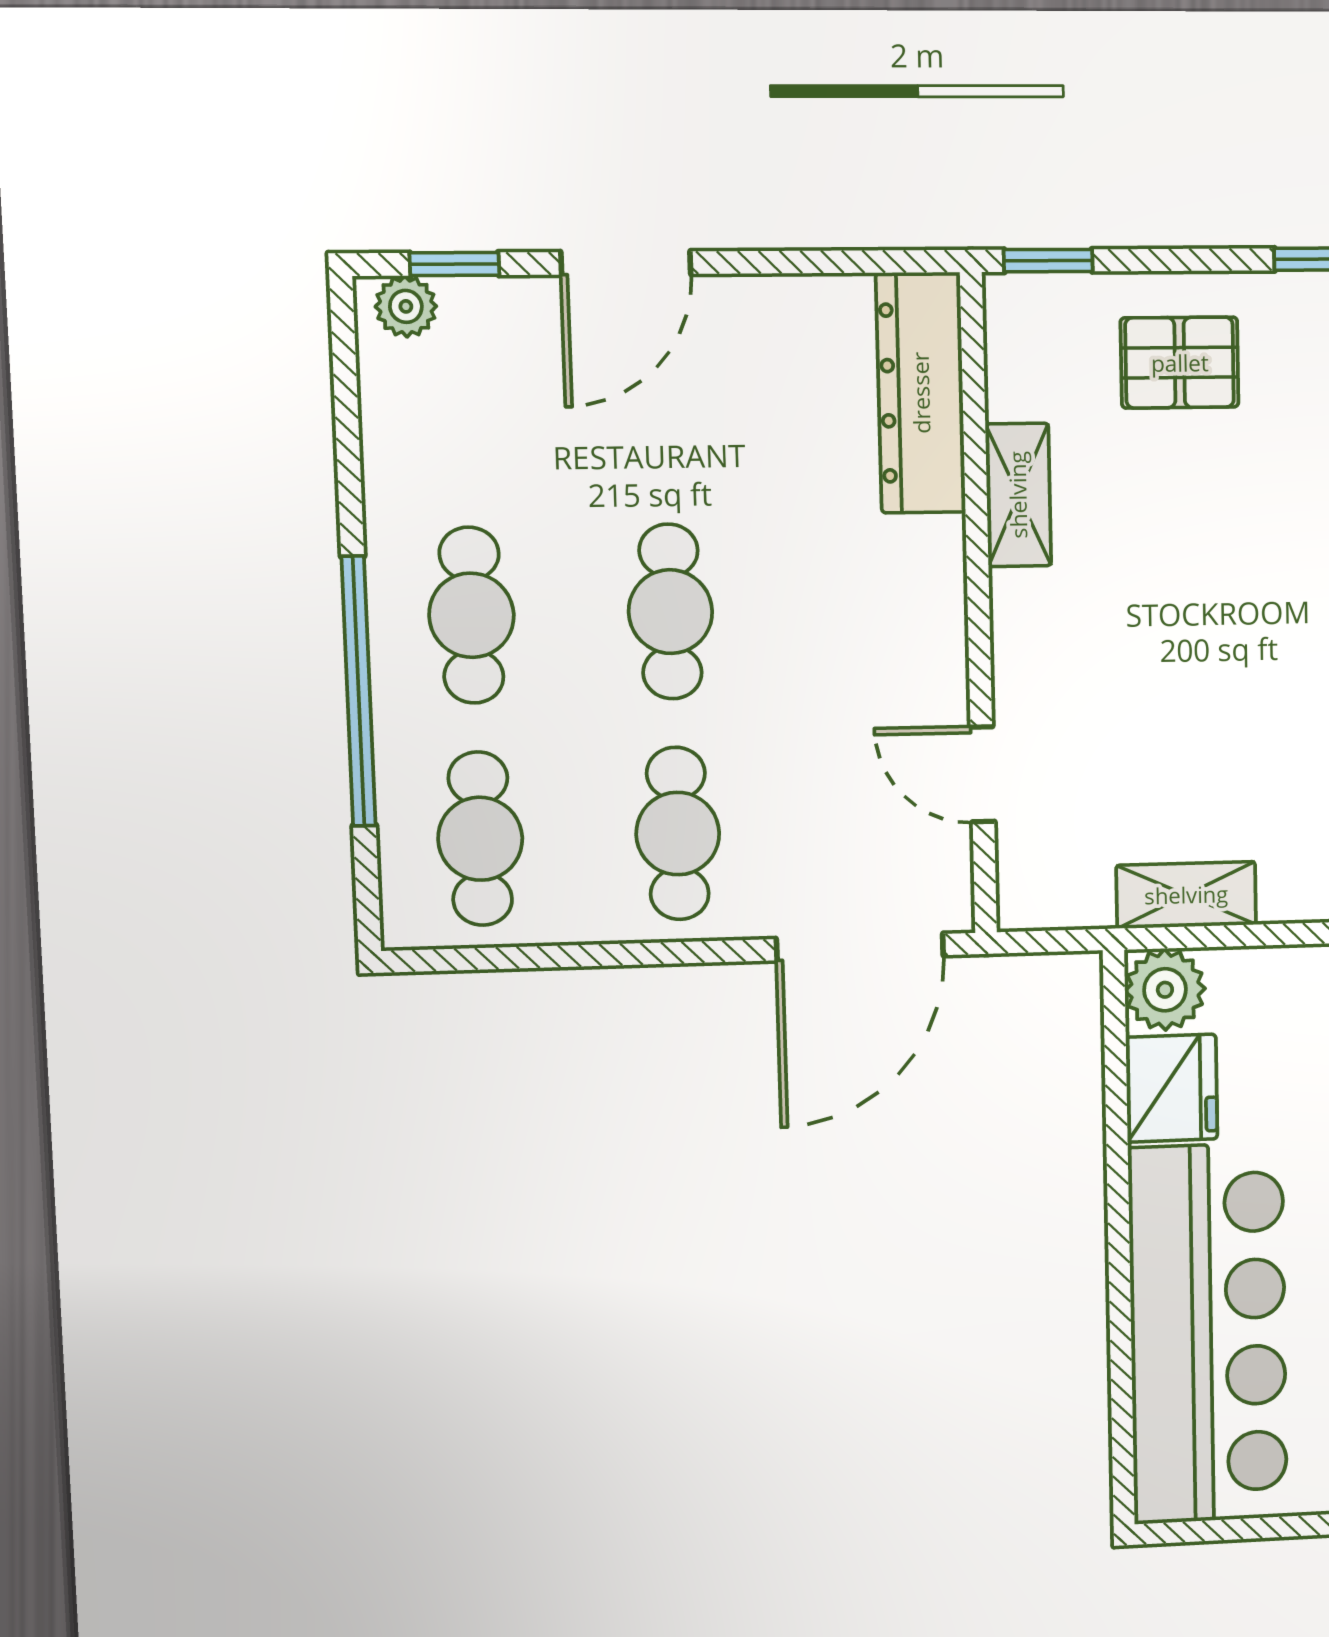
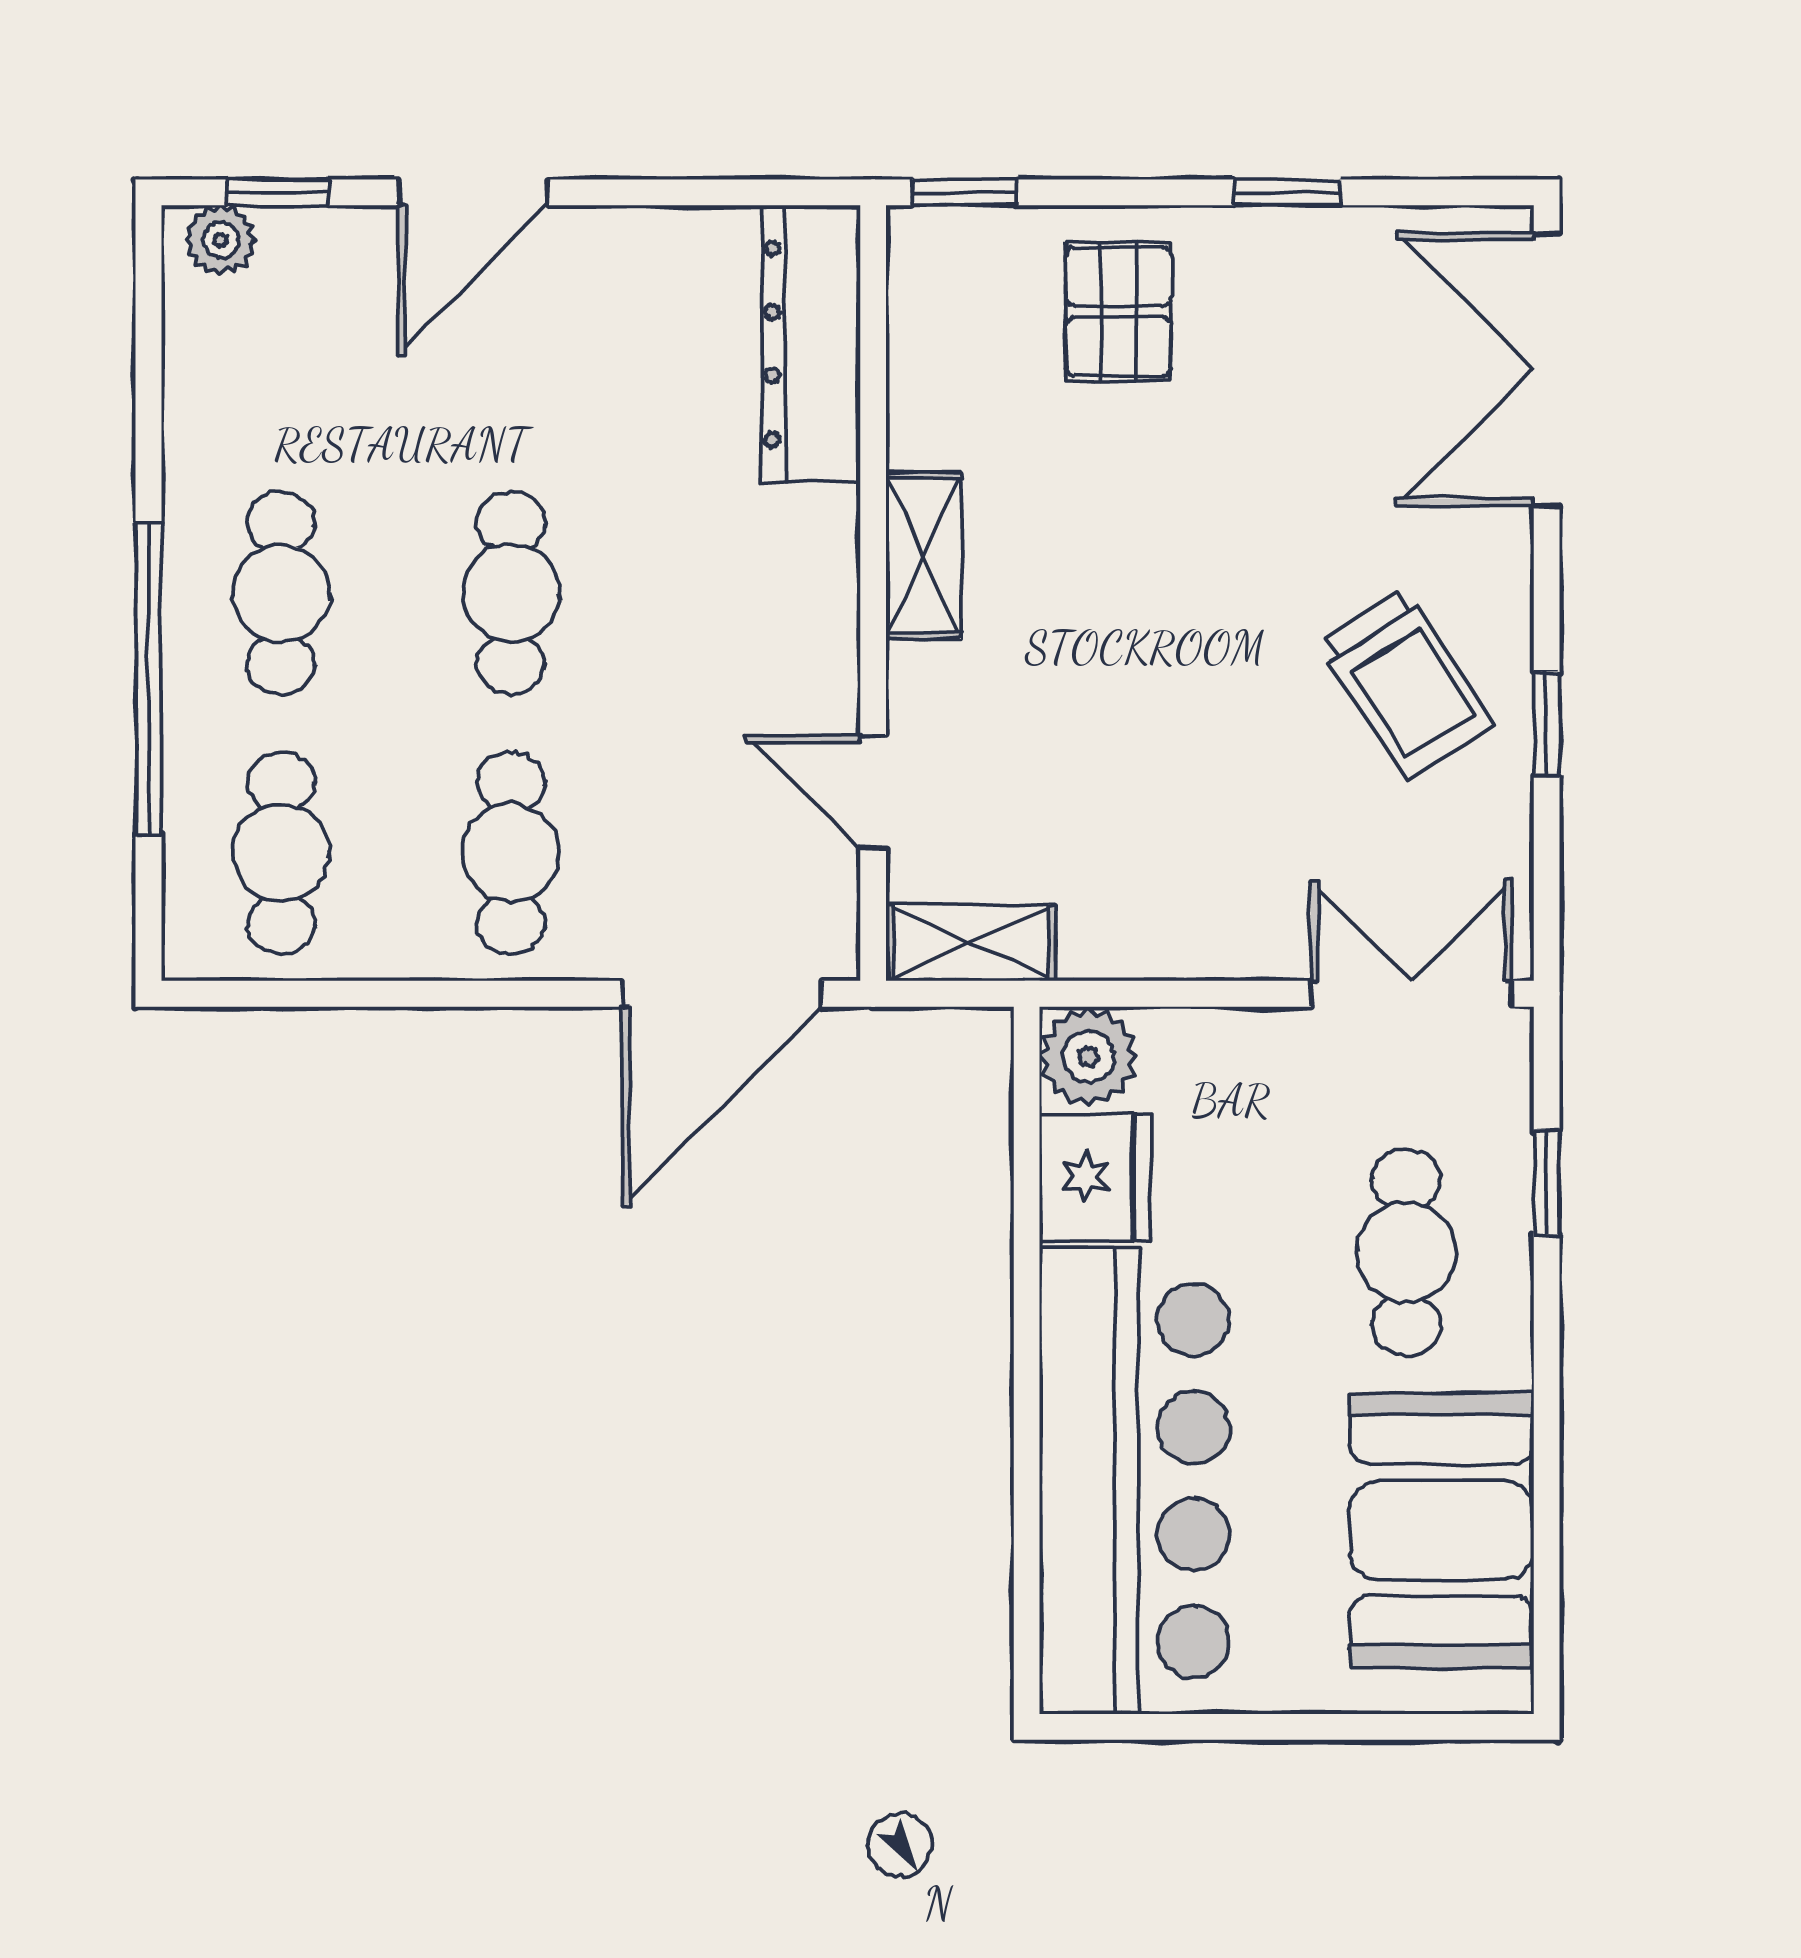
pallet: (1180, 363) -> (1119, 312), turned 90
shelving: (1018, 495) -> (923, 556), moved
shelving: (1186, 895) -> (971, 943), moved

